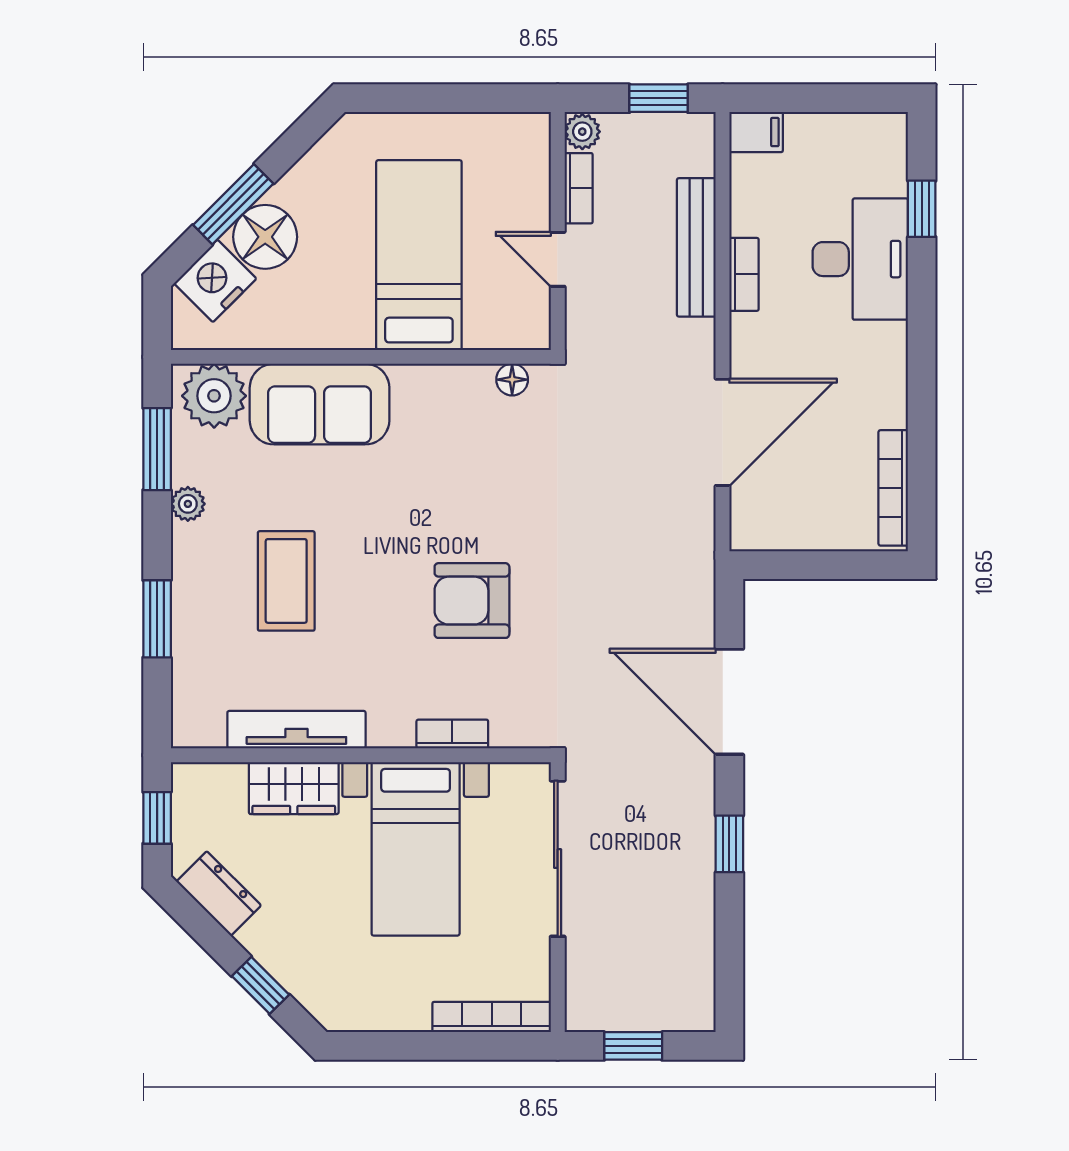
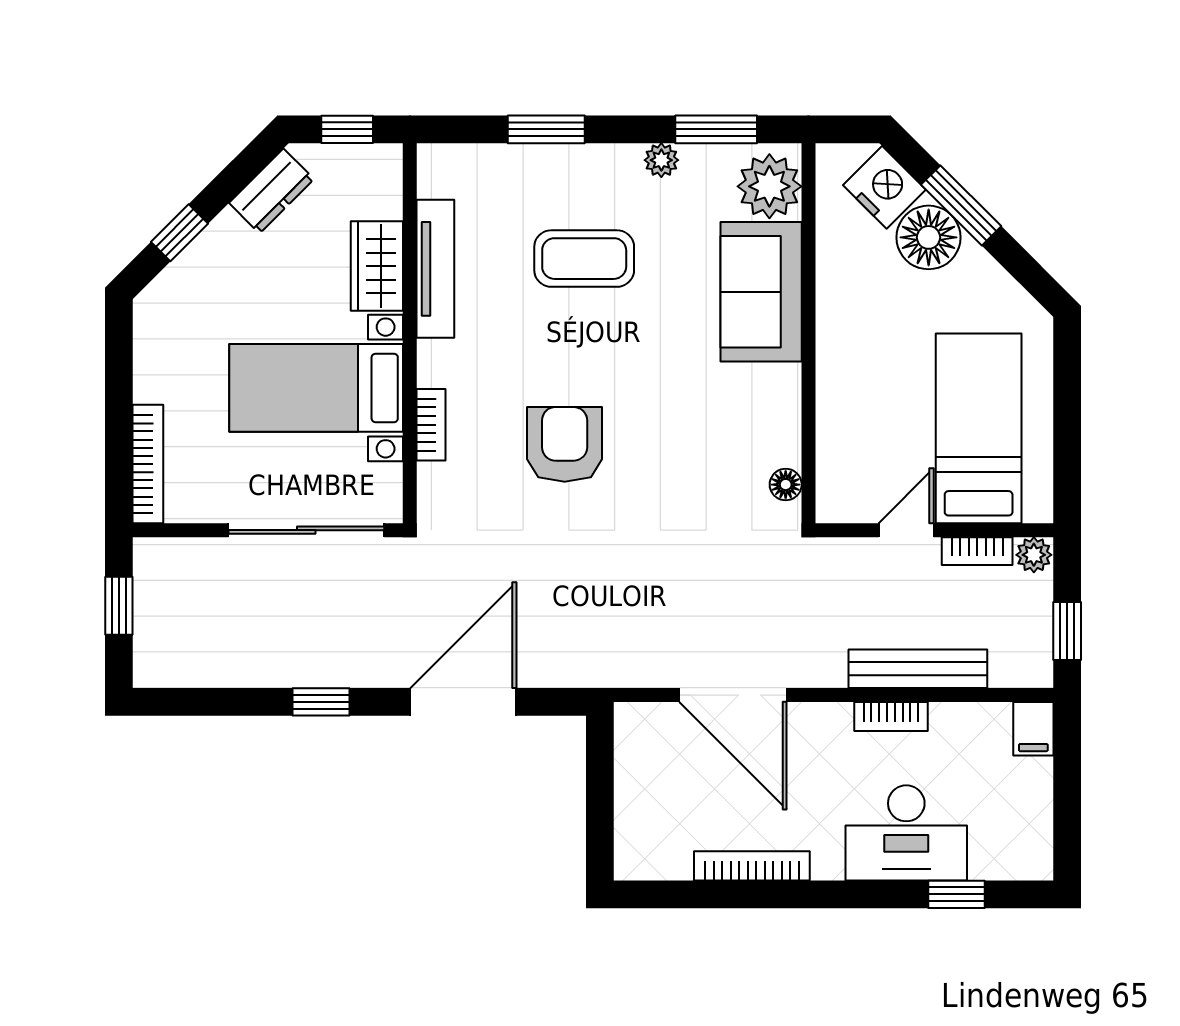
bed: (419, 255) -> (979, 428), moved, turned -90
bookcase: (893, 488) -> (752, 866), moved

